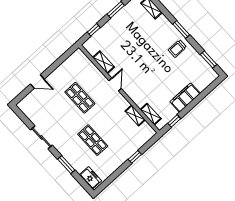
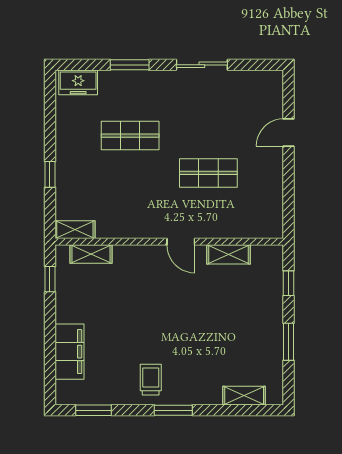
filing cabinet: (185, 98) -> (69, 352), moved
shelving: (135, 116) -> (75, 230), moved

